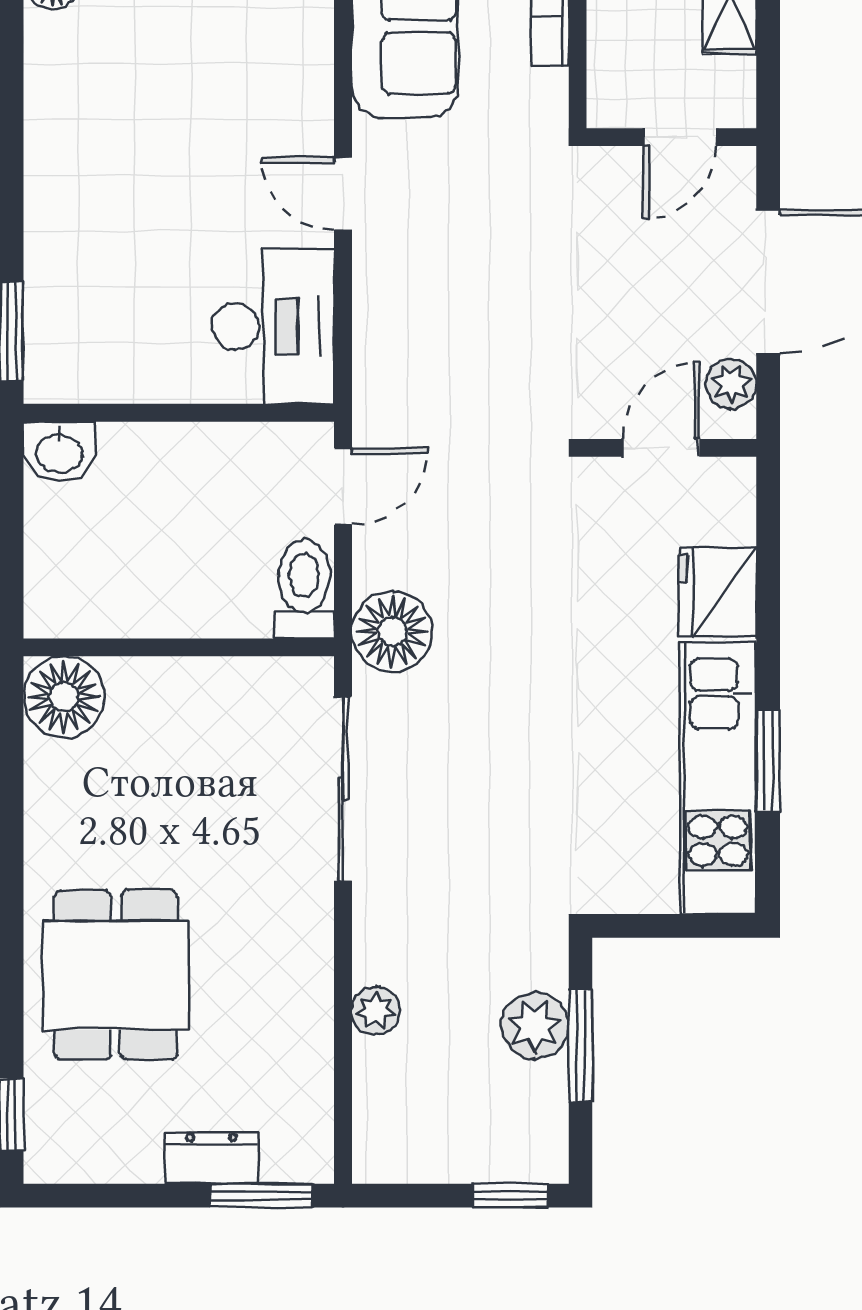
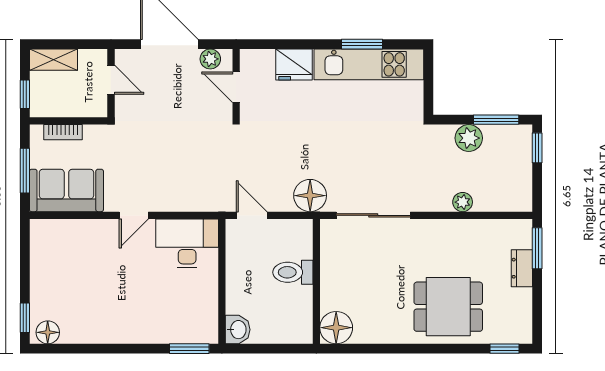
toilet: (304, 589) -> (293, 272), moved
window: (580, 1046) -> (496, 120), moved

